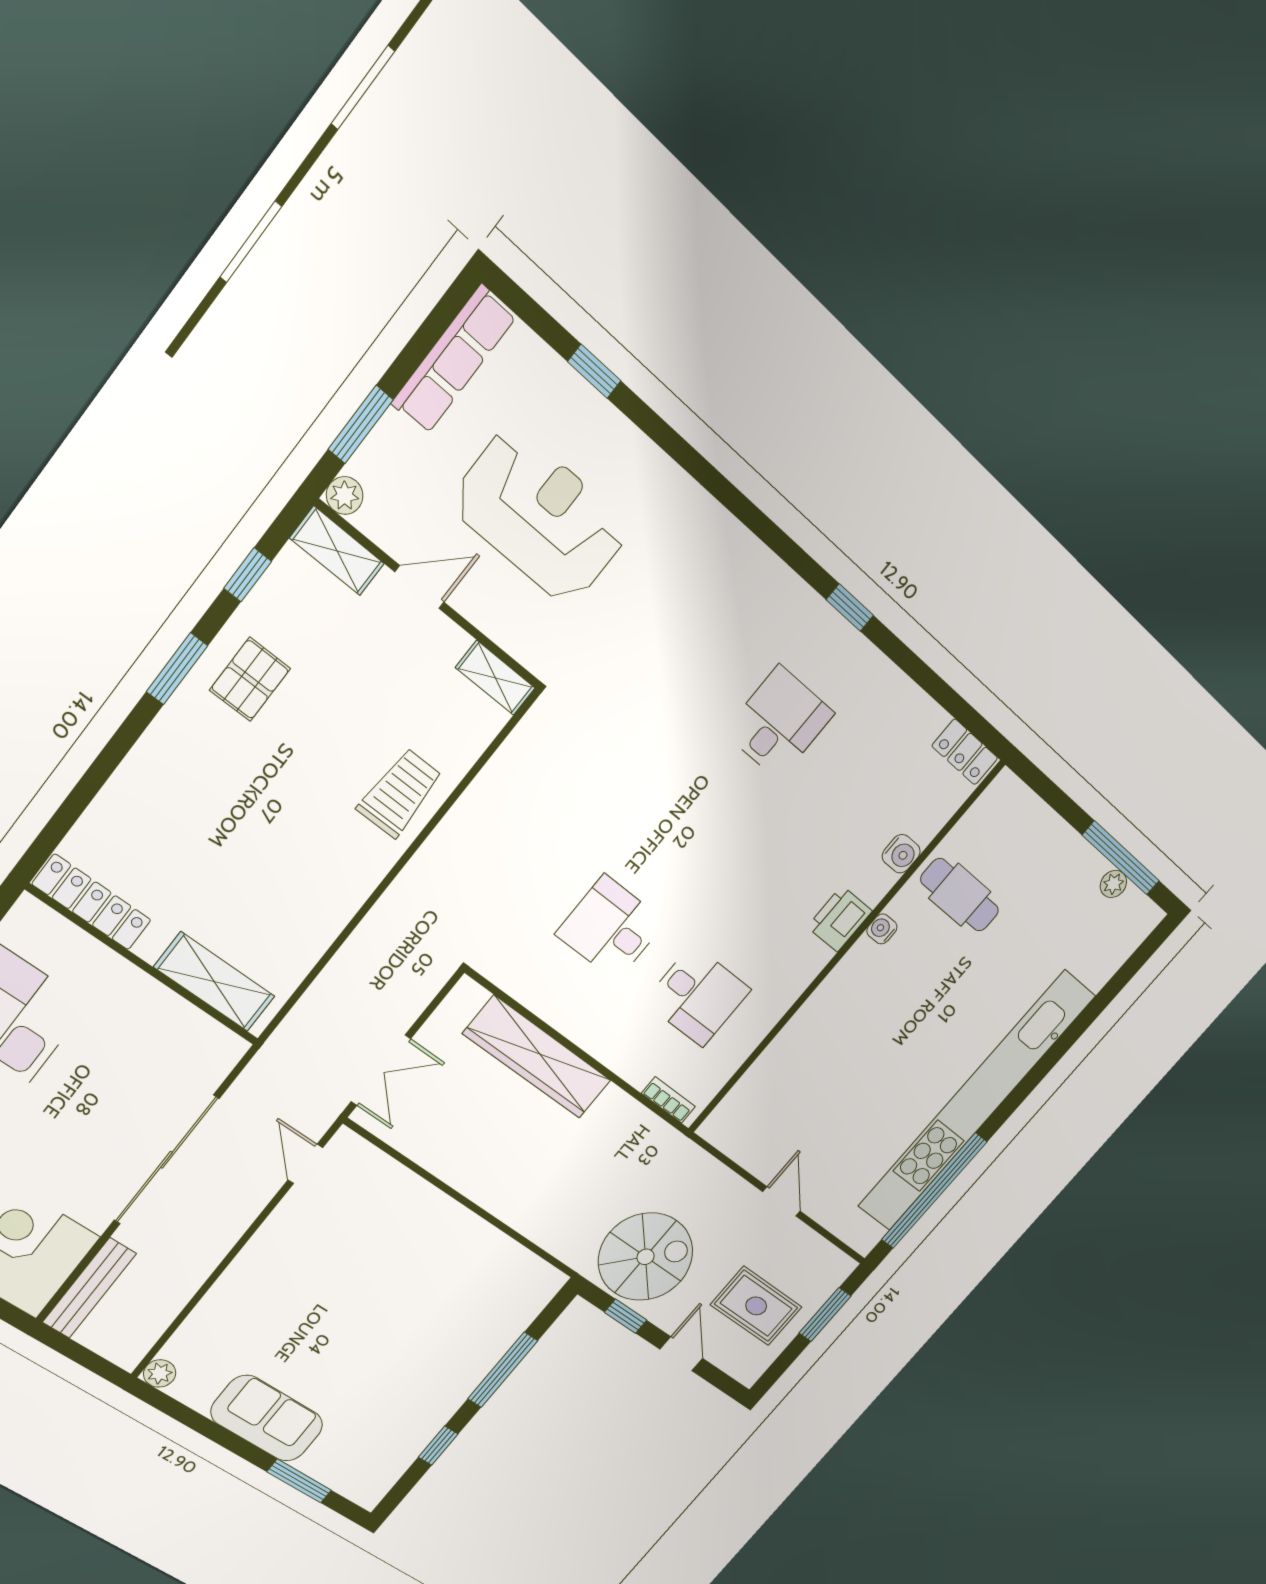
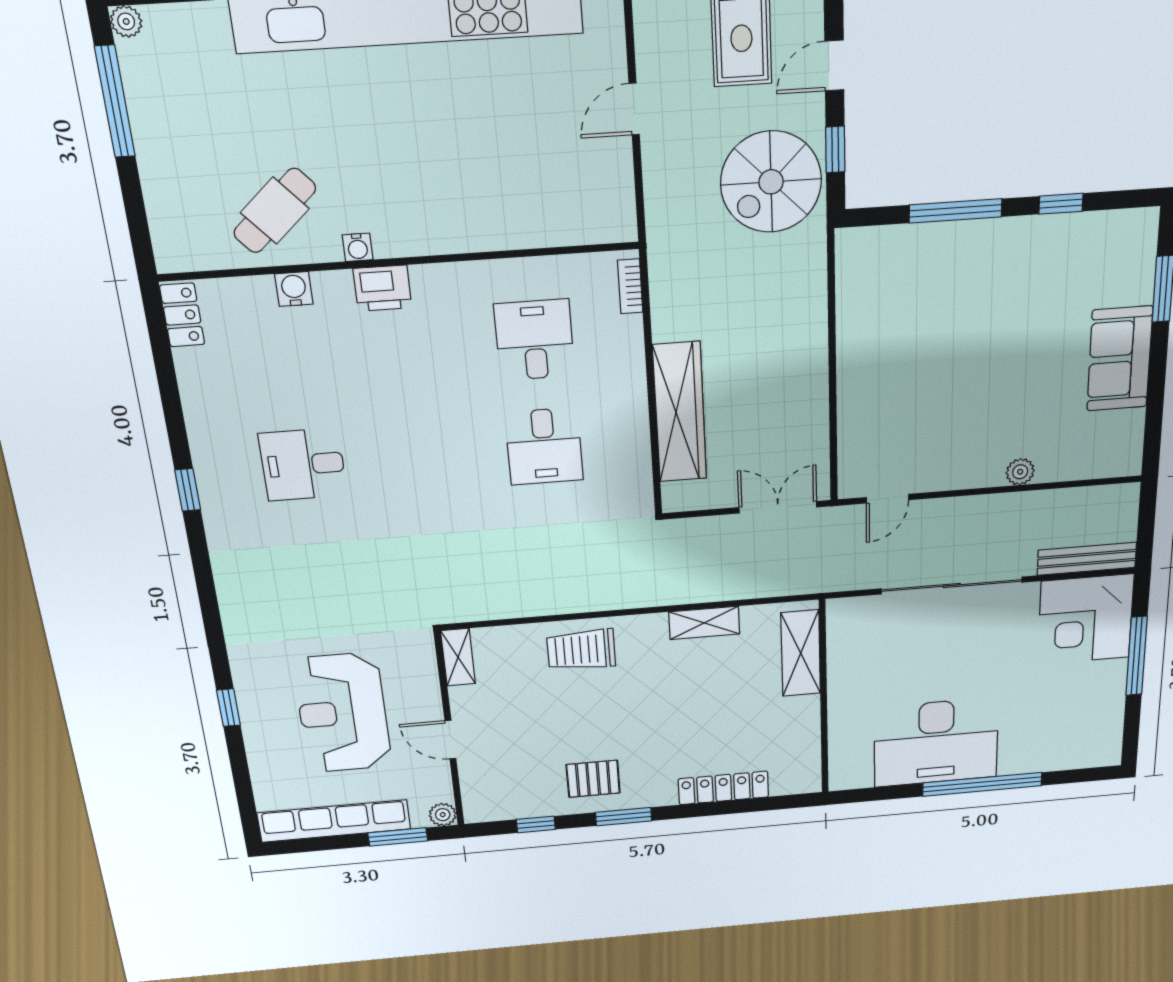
row of seats: (454, 360) -> (334, 821), width x1.36
window: (594, 371) -> (228, 708), moved
shelving: (337, 551) -> (704, 623), moved, turned 90
plant: (1113, 884) -> (126, 21), moved
cafe table: (960, 895) -> (275, 211), turned 48
locker: (92, 902) -> (723, 788), moved, turned 90
spiral stairs: (646, 1257) -> (771, 182), turned -90
plant: (160, 1373) -> (1020, 472), moved

